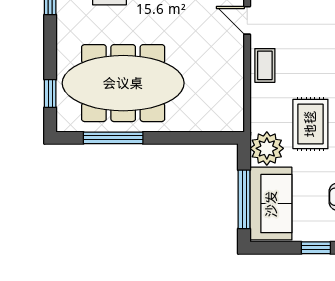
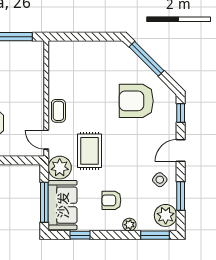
door: (247, 20) -> (46, 140), moved
window: (316, 248) -> (80, 235), moved

